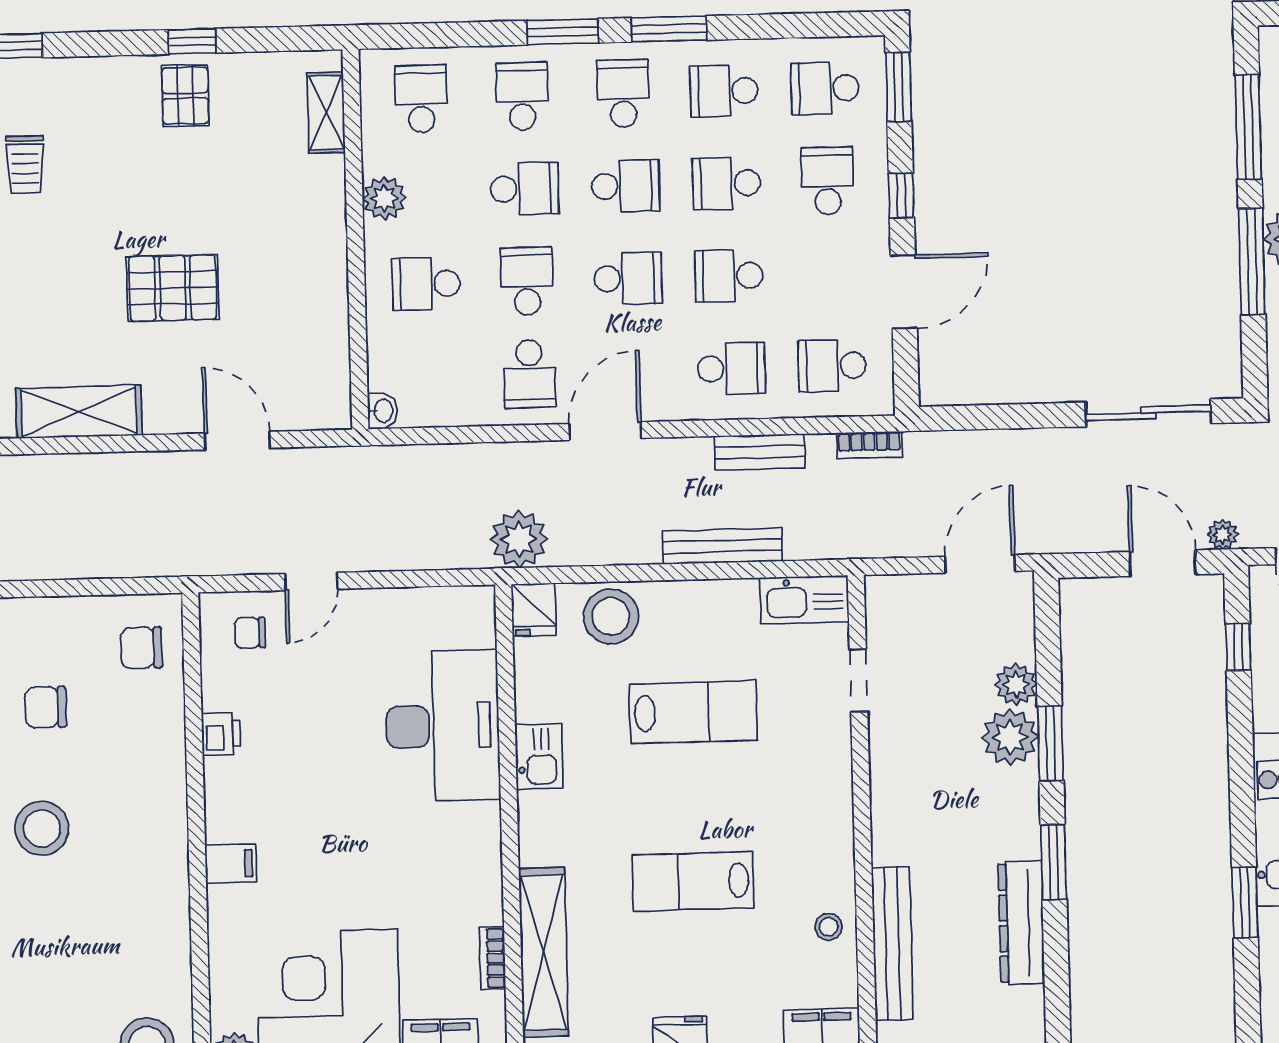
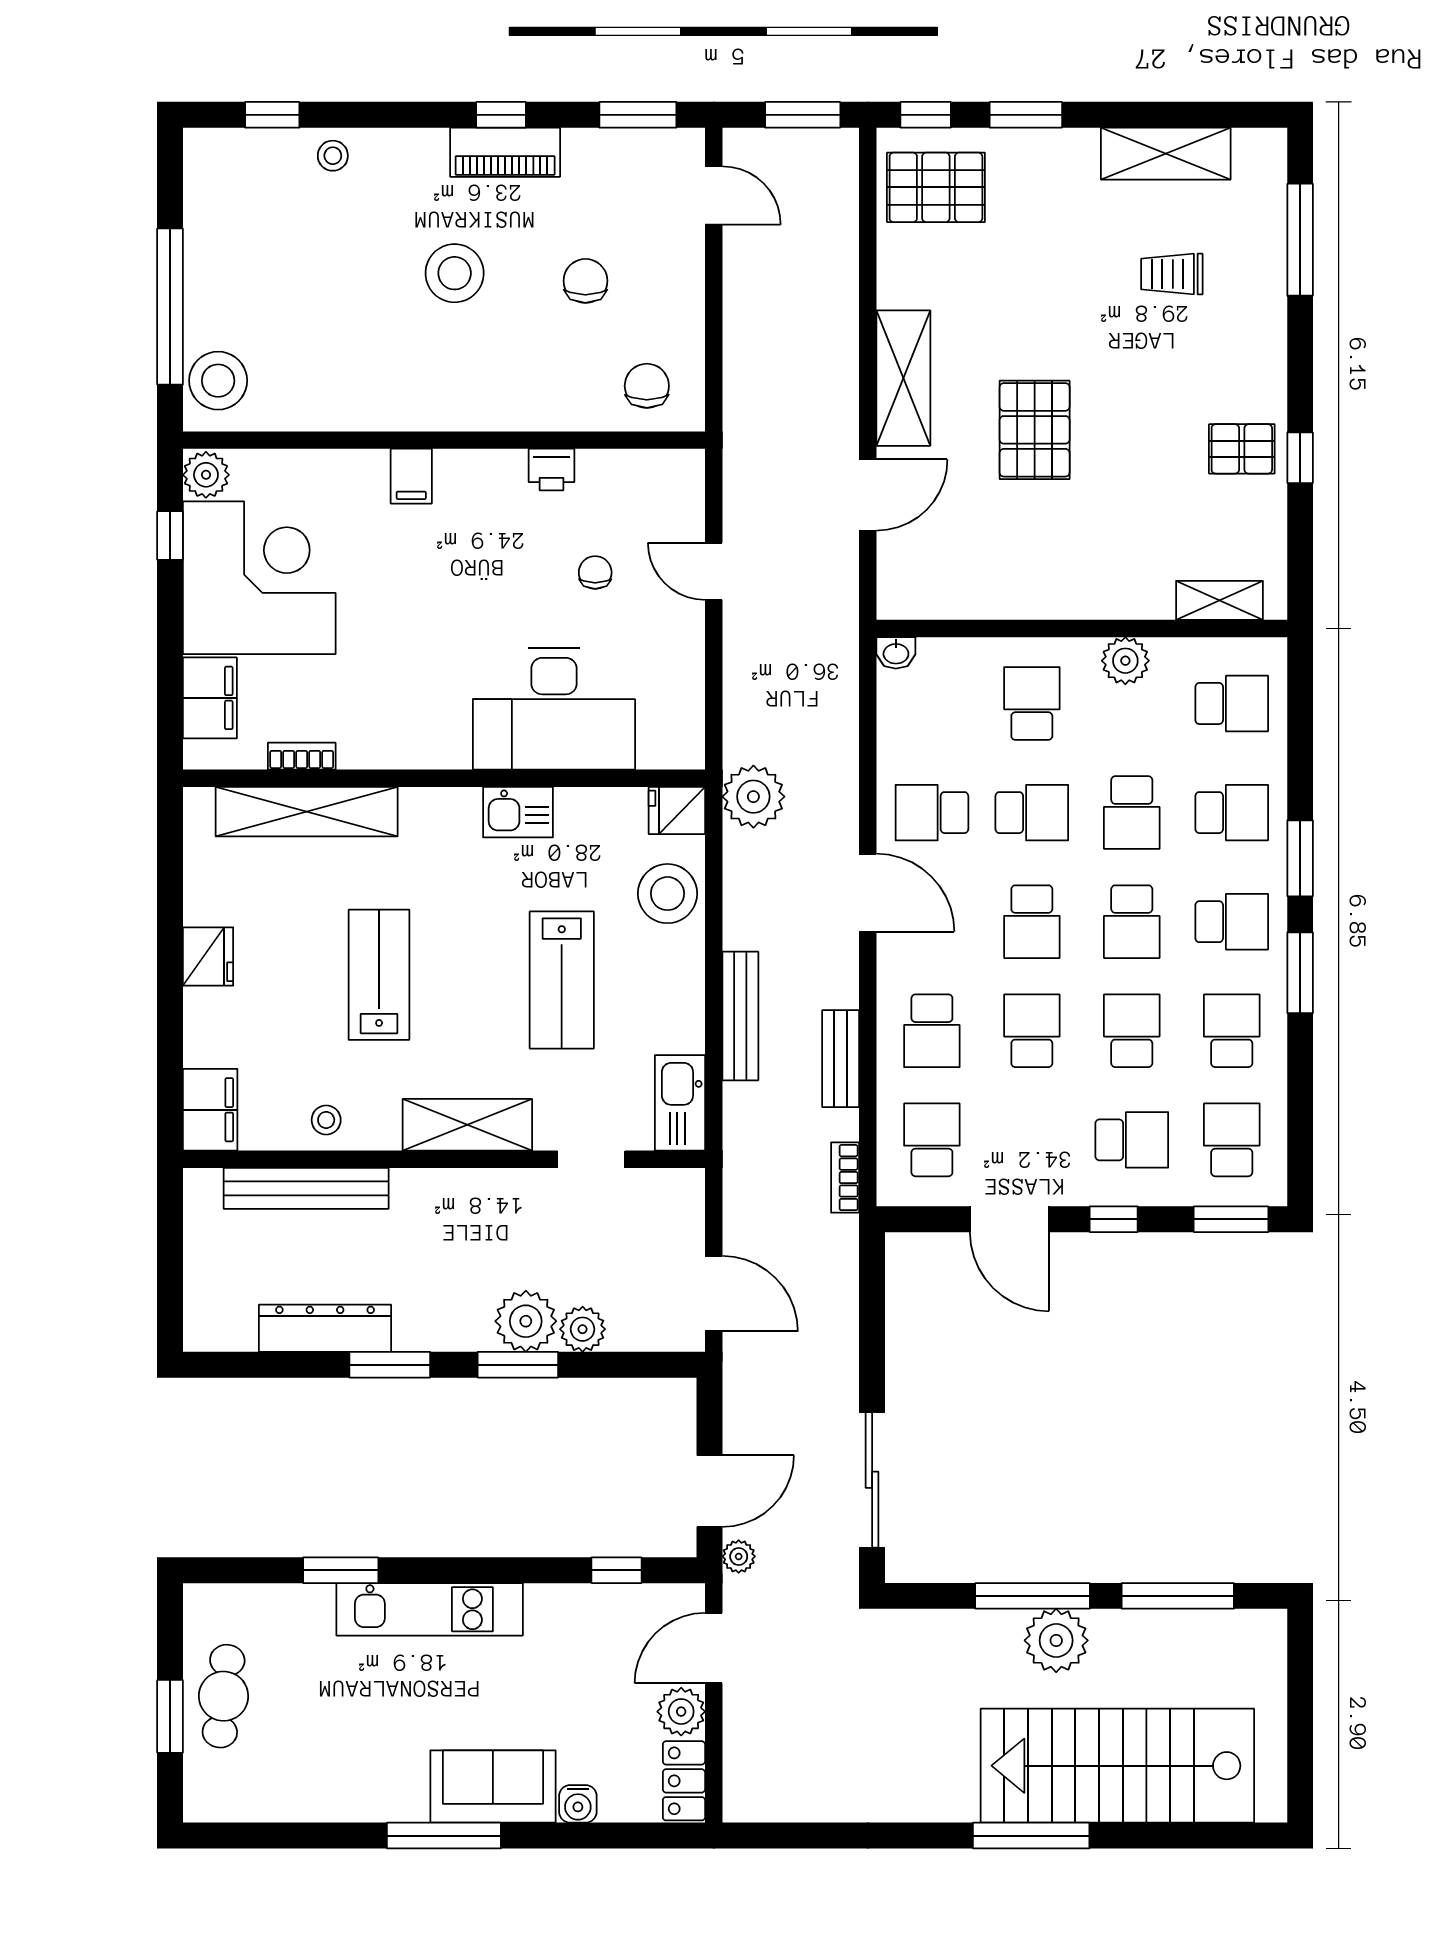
shelving: (79, 412) -> (903, 378), moved
chair: (250, 633) -> (595, 572), moved
shelving: (830, 796) -> (467, 1125), added

